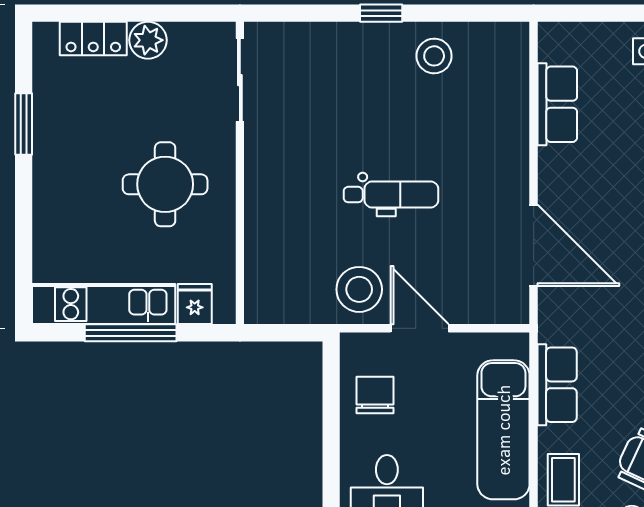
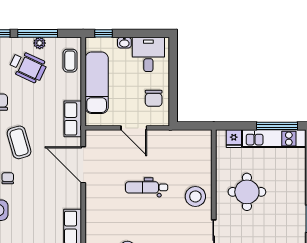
stool: (359, 289) -> (195, 196), moved
window: (131, 333) -> (277, 126), moved
row of seats: (557, 385) -> (73, 119), moved

